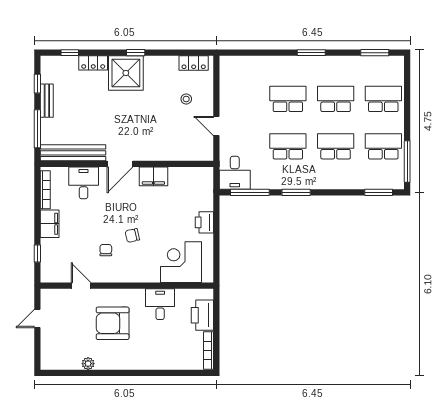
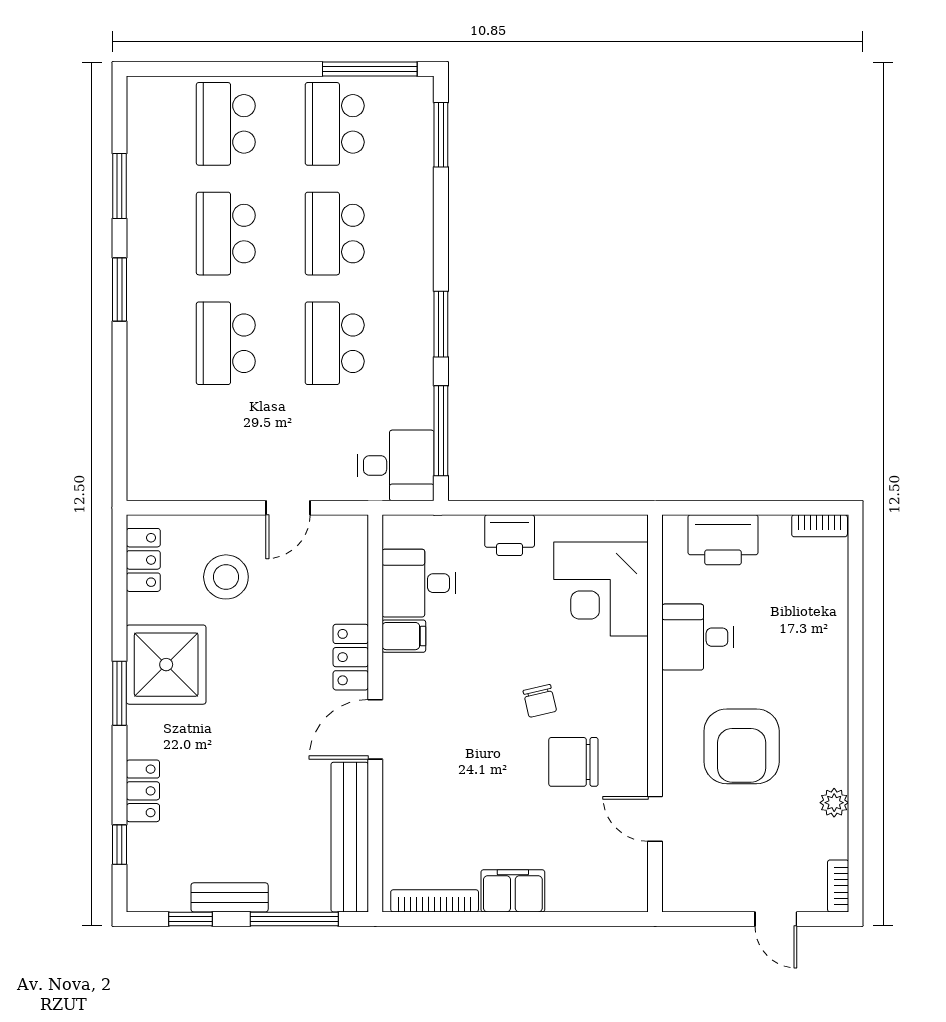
window: (136, 53) -> (120, 693), width x1.50
window: (375, 53) -> (120, 186), moved
shower: (126, 73) -> (166, 665), moved
stool: (186, 99) -> (226, 577), width x1.89, depth x1.89
locker: (151, 153) -> (351, 657), added
door: (120, 164) -> (375, 729), swing flipped
filing cabinet: (153, 176) -> (404, 636), width x0.50
desk: (84, 183) -> (419, 583), moved
chair: (106, 250) -> (573, 762), width x1.87, depth x1.87
window: (37, 254) -> (581, 919), removed
door: (81, 286) -> (655, 819), hinge flipped
door: (37, 318) -> (776, 919), moved
bookcase: (208, 350) -> (820, 526), width x0.64
bookcase: (52, 365) -> (838, 886), added

